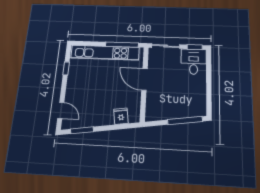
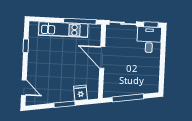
kitchen unit: (105, 53) -> (63, 30), width x0.73
window: (185, 120) -> (128, 98), moved
window: (82, 130) -> (65, 104), moved

